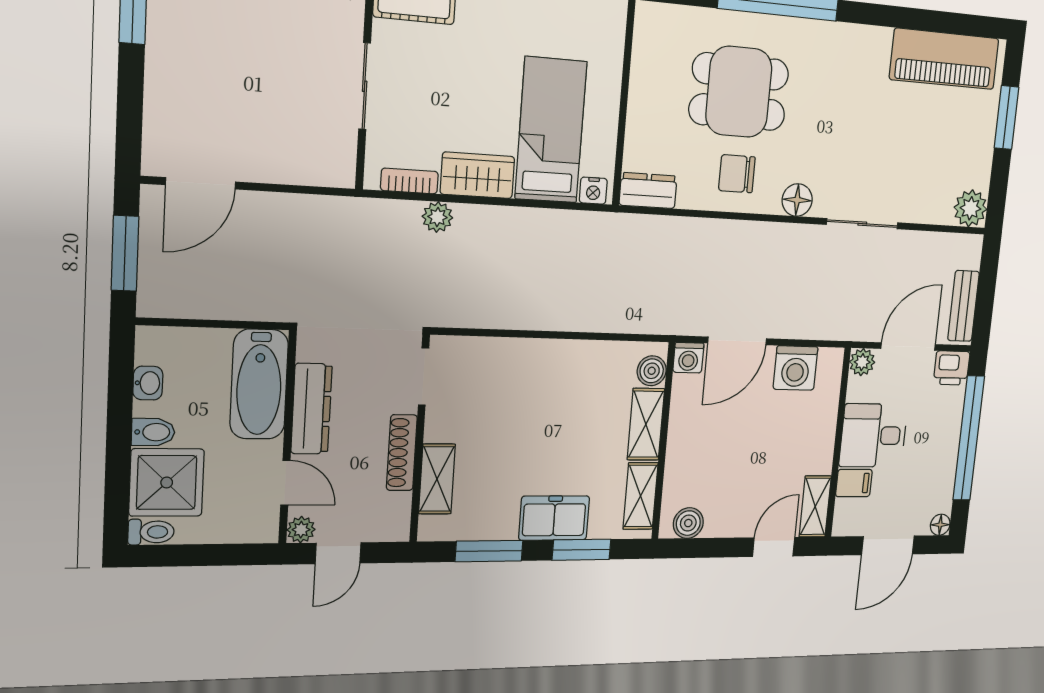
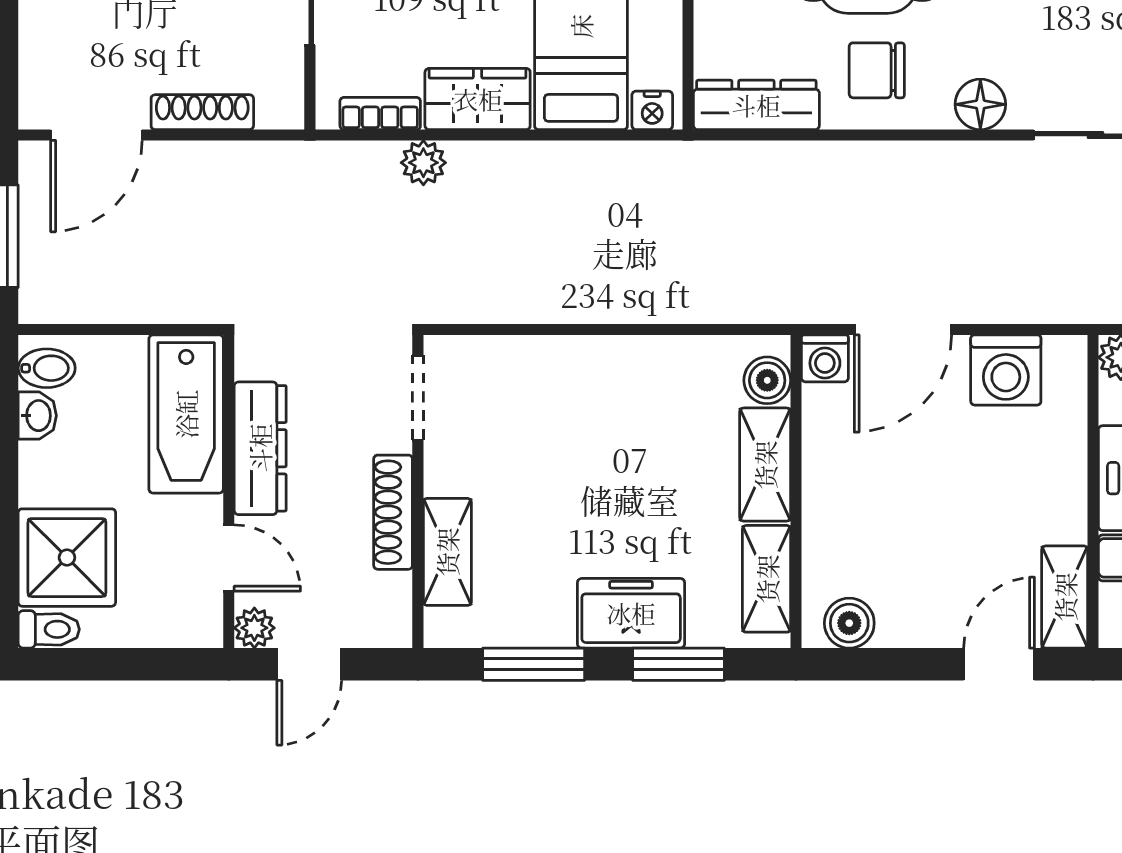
shoe rack: (281, 172) -> (202, 112), added
dresser: (648, 191) -> (756, 105), width x1.44
bidet: (153, 432) -> (47, 368), moved

